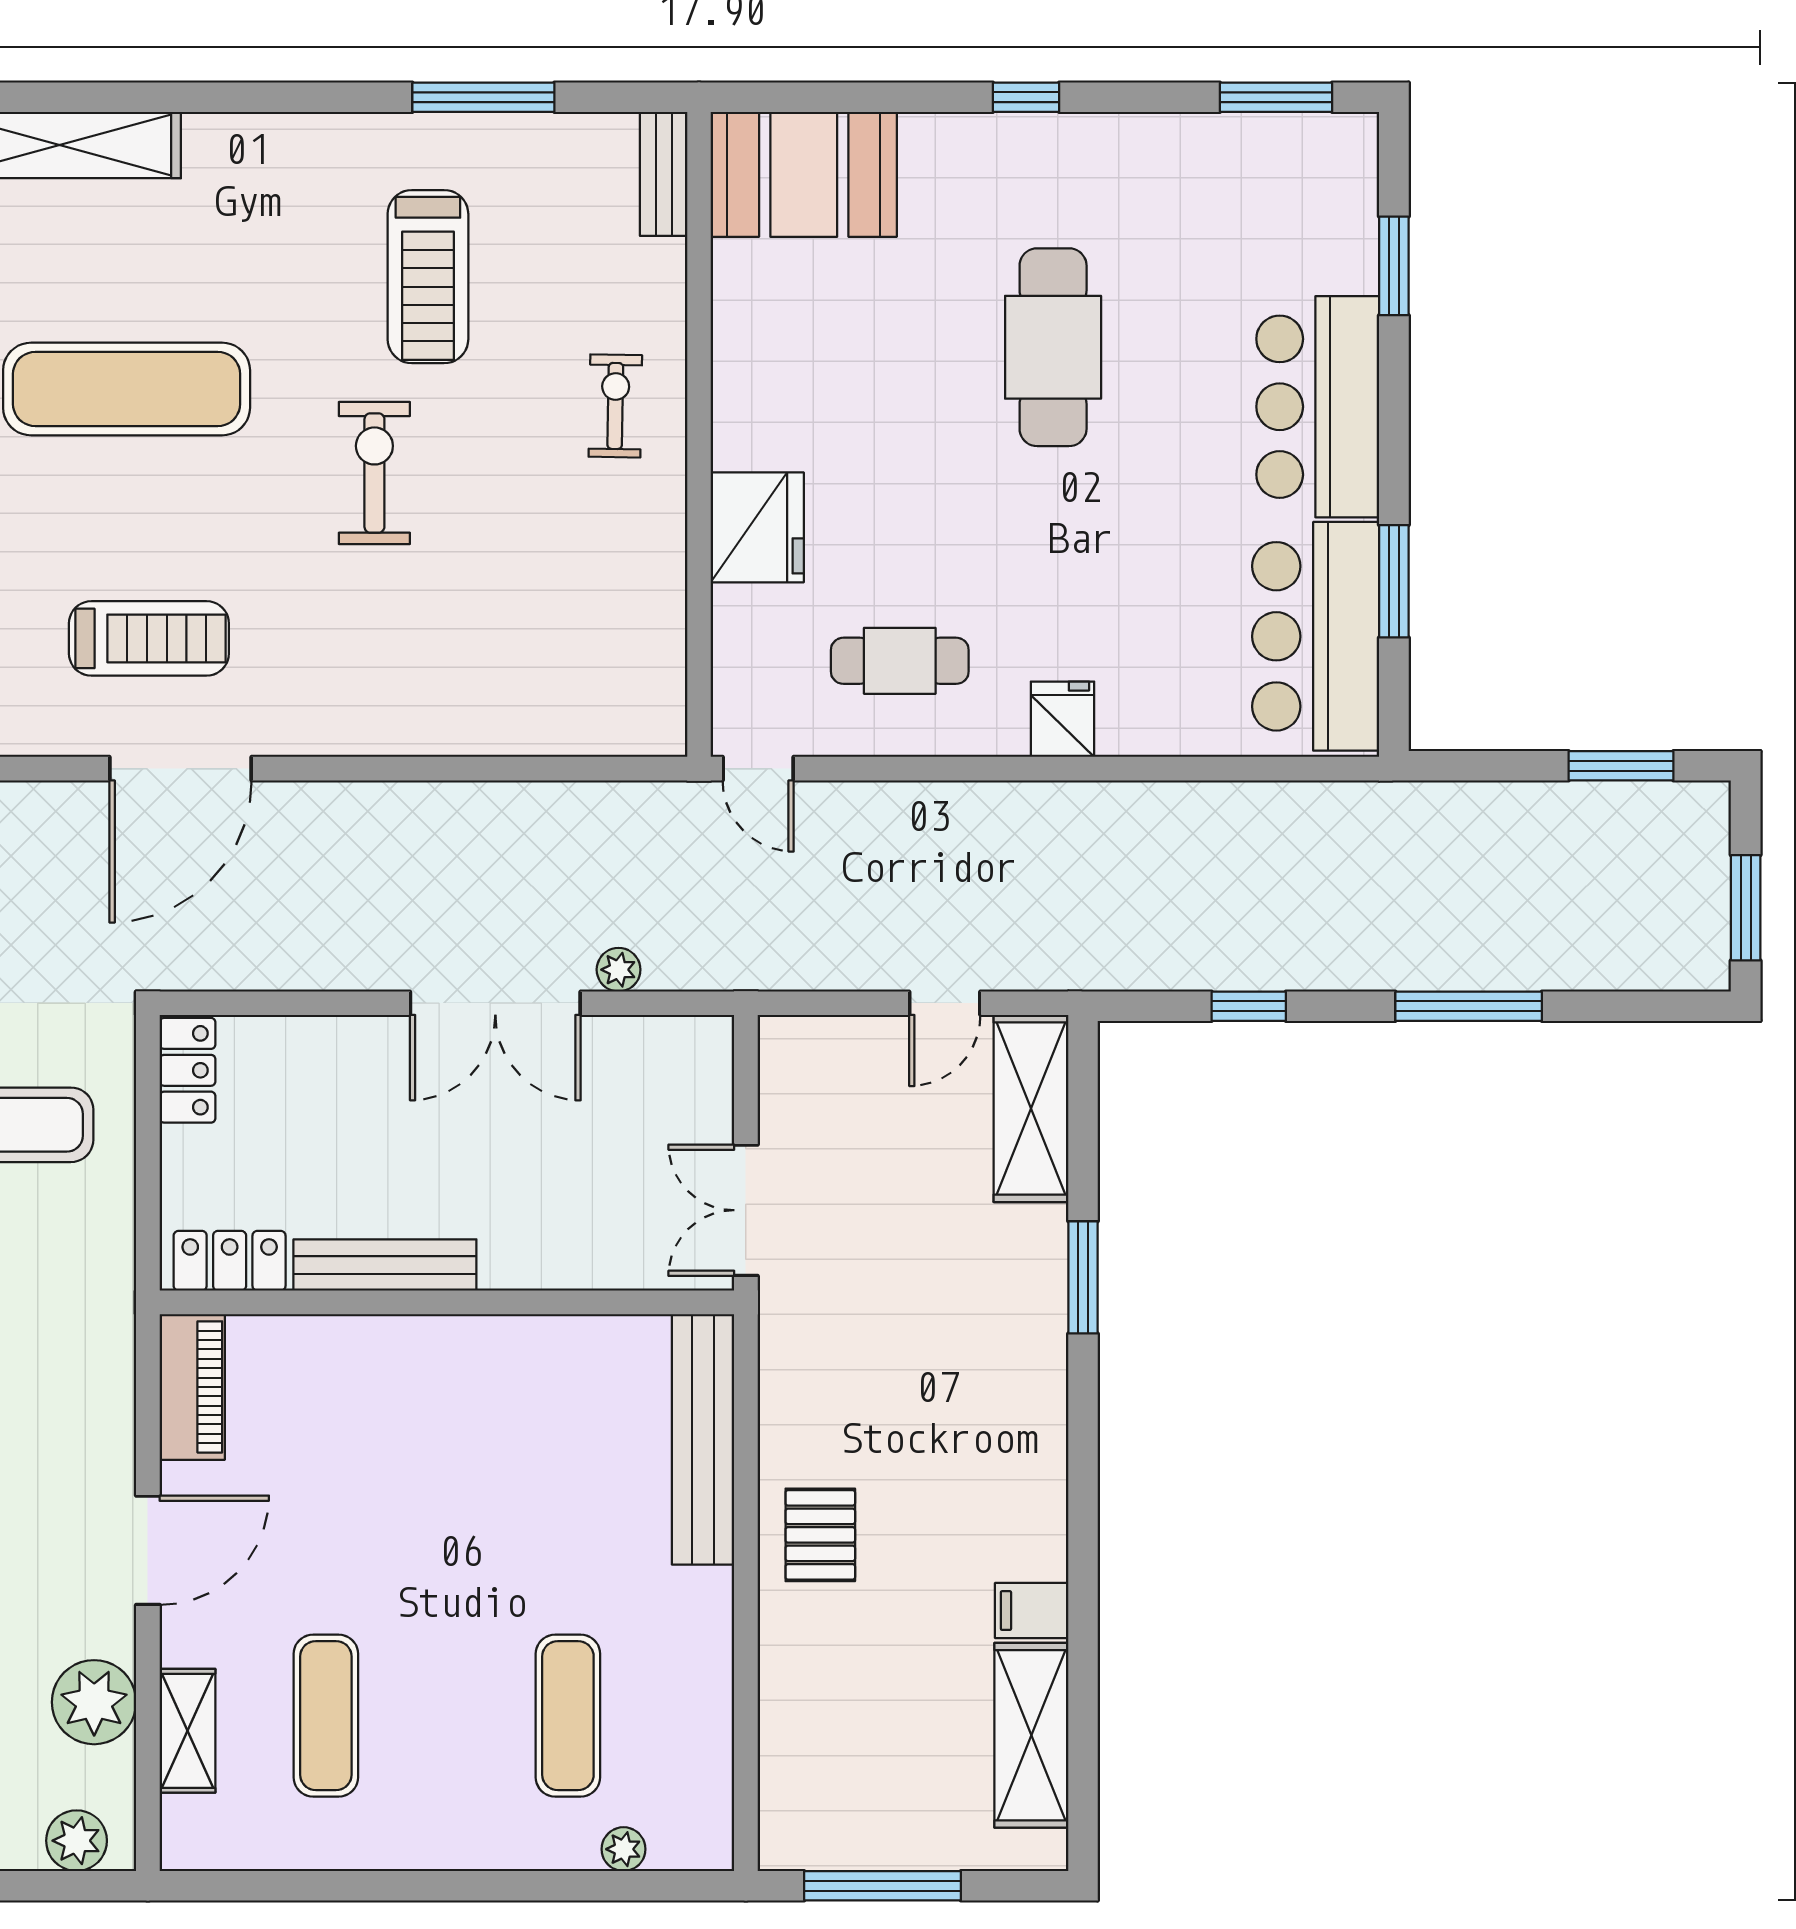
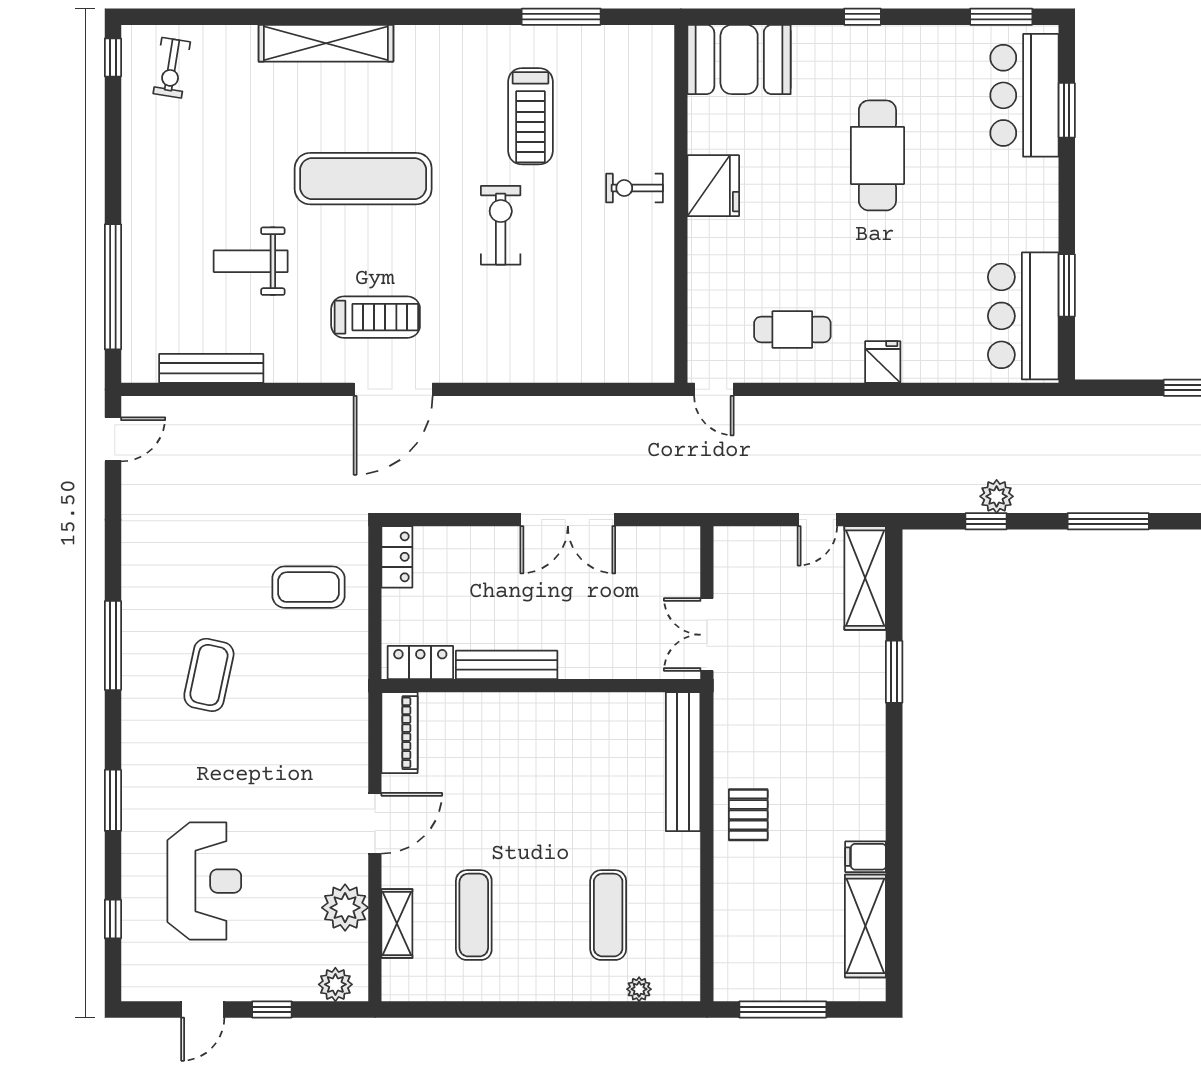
bench: (664, 174) -> (661, 59), removed
exercise bike: (615, 406) -> (634, 188), turned -91
bar counter: (1318, 407) -> (1024, 95), moved
fridge: (757, 527) -> (713, 186), moved
plant: (619, 970) -> (997, 496), moved, width x1.38, depth x1.38

